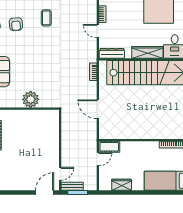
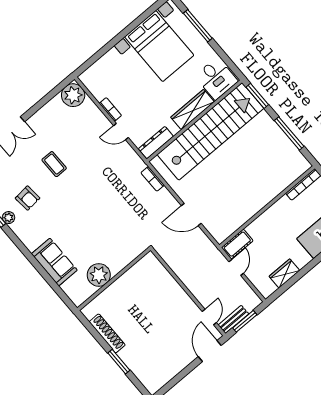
plant: (31, 99) -> (99, 275), moved

